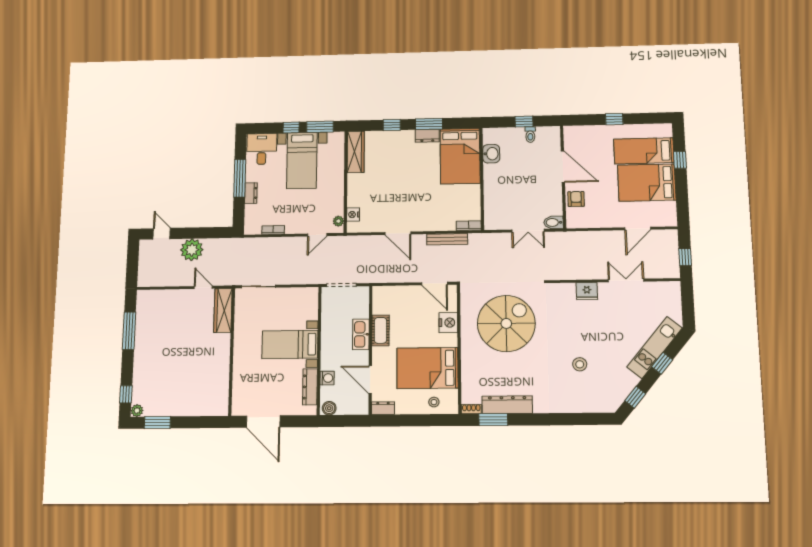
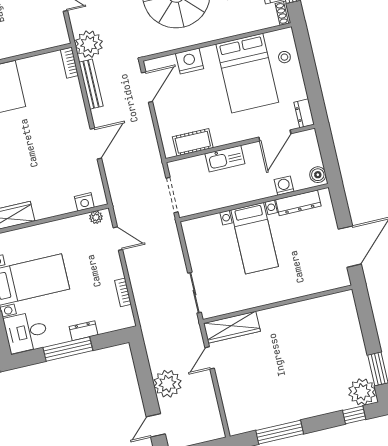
plant: (480, 244) -> (89, 44), added
cot: (380, 330) -> (193, 142), moved
plant: (137, 411) -> (362, 392), width x1.88, depth x1.88

